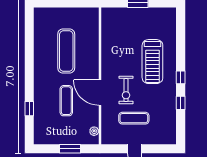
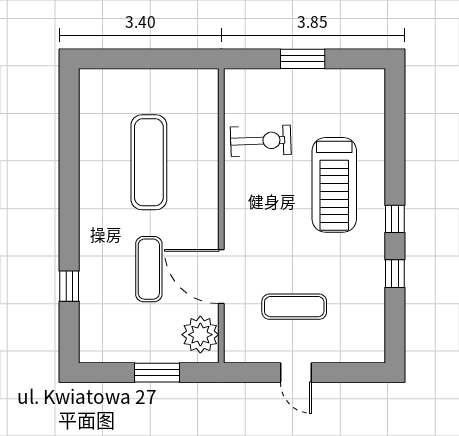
exercise bike: (126, 90) -> (261, 141), moved, turned -92
door: (100, 93) -> (221, 277), moved
plant: (94, 131) -> (200, 335), width x1.88, depth x1.88

